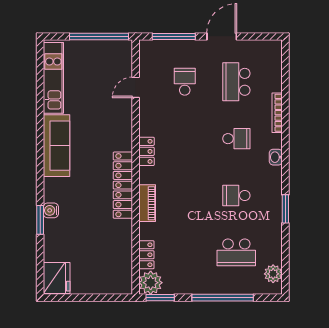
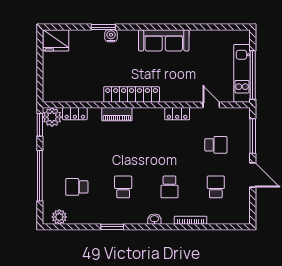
kitchen unit: (53, 78) -> (242, 73), moved, turned 90
school desk: (236, 82) -> (216, 187), width x0.54
locker: (147, 151) -> (177, 114), moved
school desk: (236, 252) -> (77, 187), width x0.54

